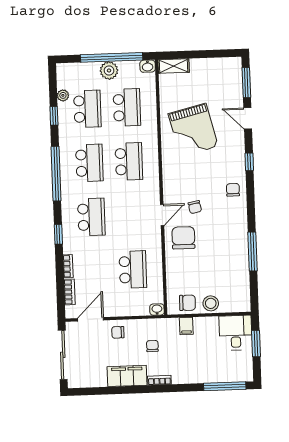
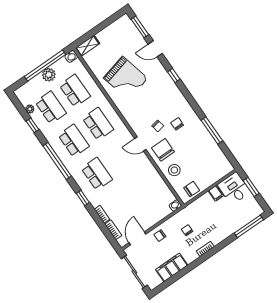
chair: (233, 190) -> (177, 124), moved
door: (162, 215) -> (140, 144), swing flipped
school desk: (133, 270) -> (144, 190), removed
stool: (211, 303) -> (174, 170), moved
filing cabinet: (186, 326) -> (216, 193), moved
filing cabinet: (127, 376) -> (172, 267), moved

